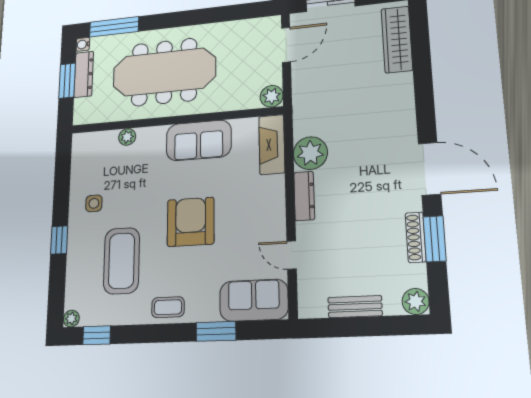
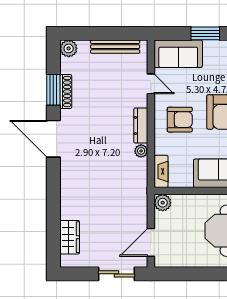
wardrobe: (397, 39) -> (70, 237), width x0.67
fireplace: (272, 145) -> (161, 171), width x0.73, depth x0.76
plant: (310, 153) -> (141, 151), width x0.53, depth x0.53
armchair: (250, 208) -> (180, 120), added
bench: (355, 307) -> (115, 47), width x1.36

